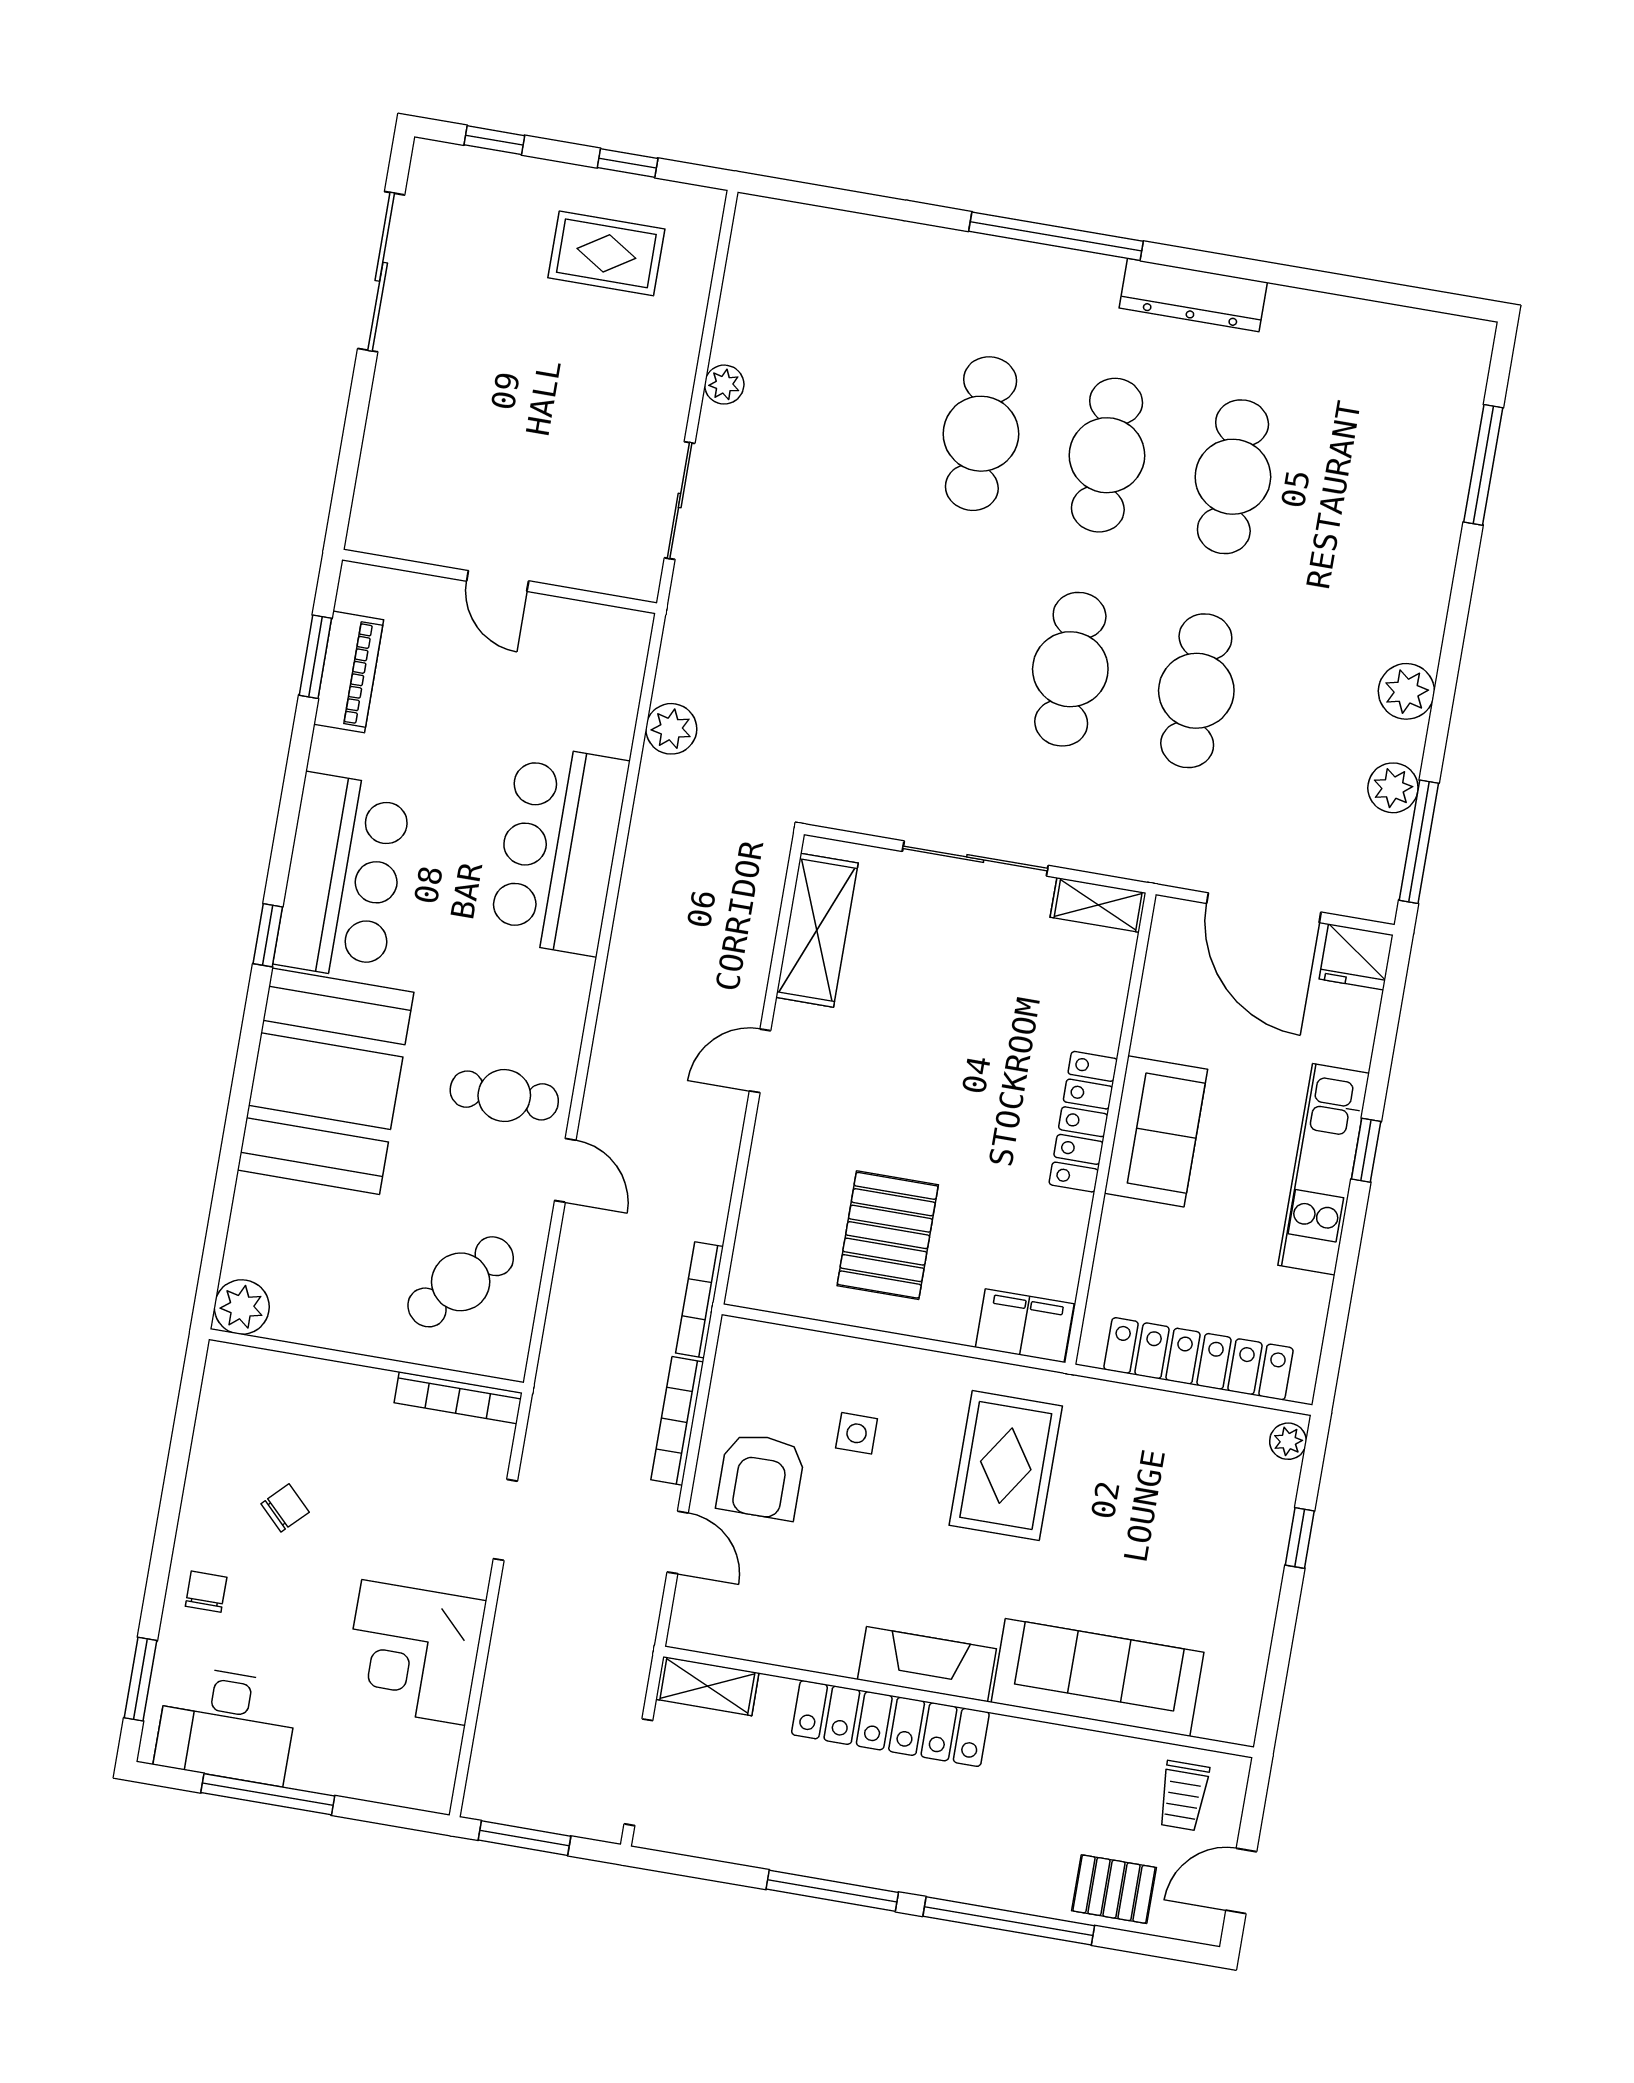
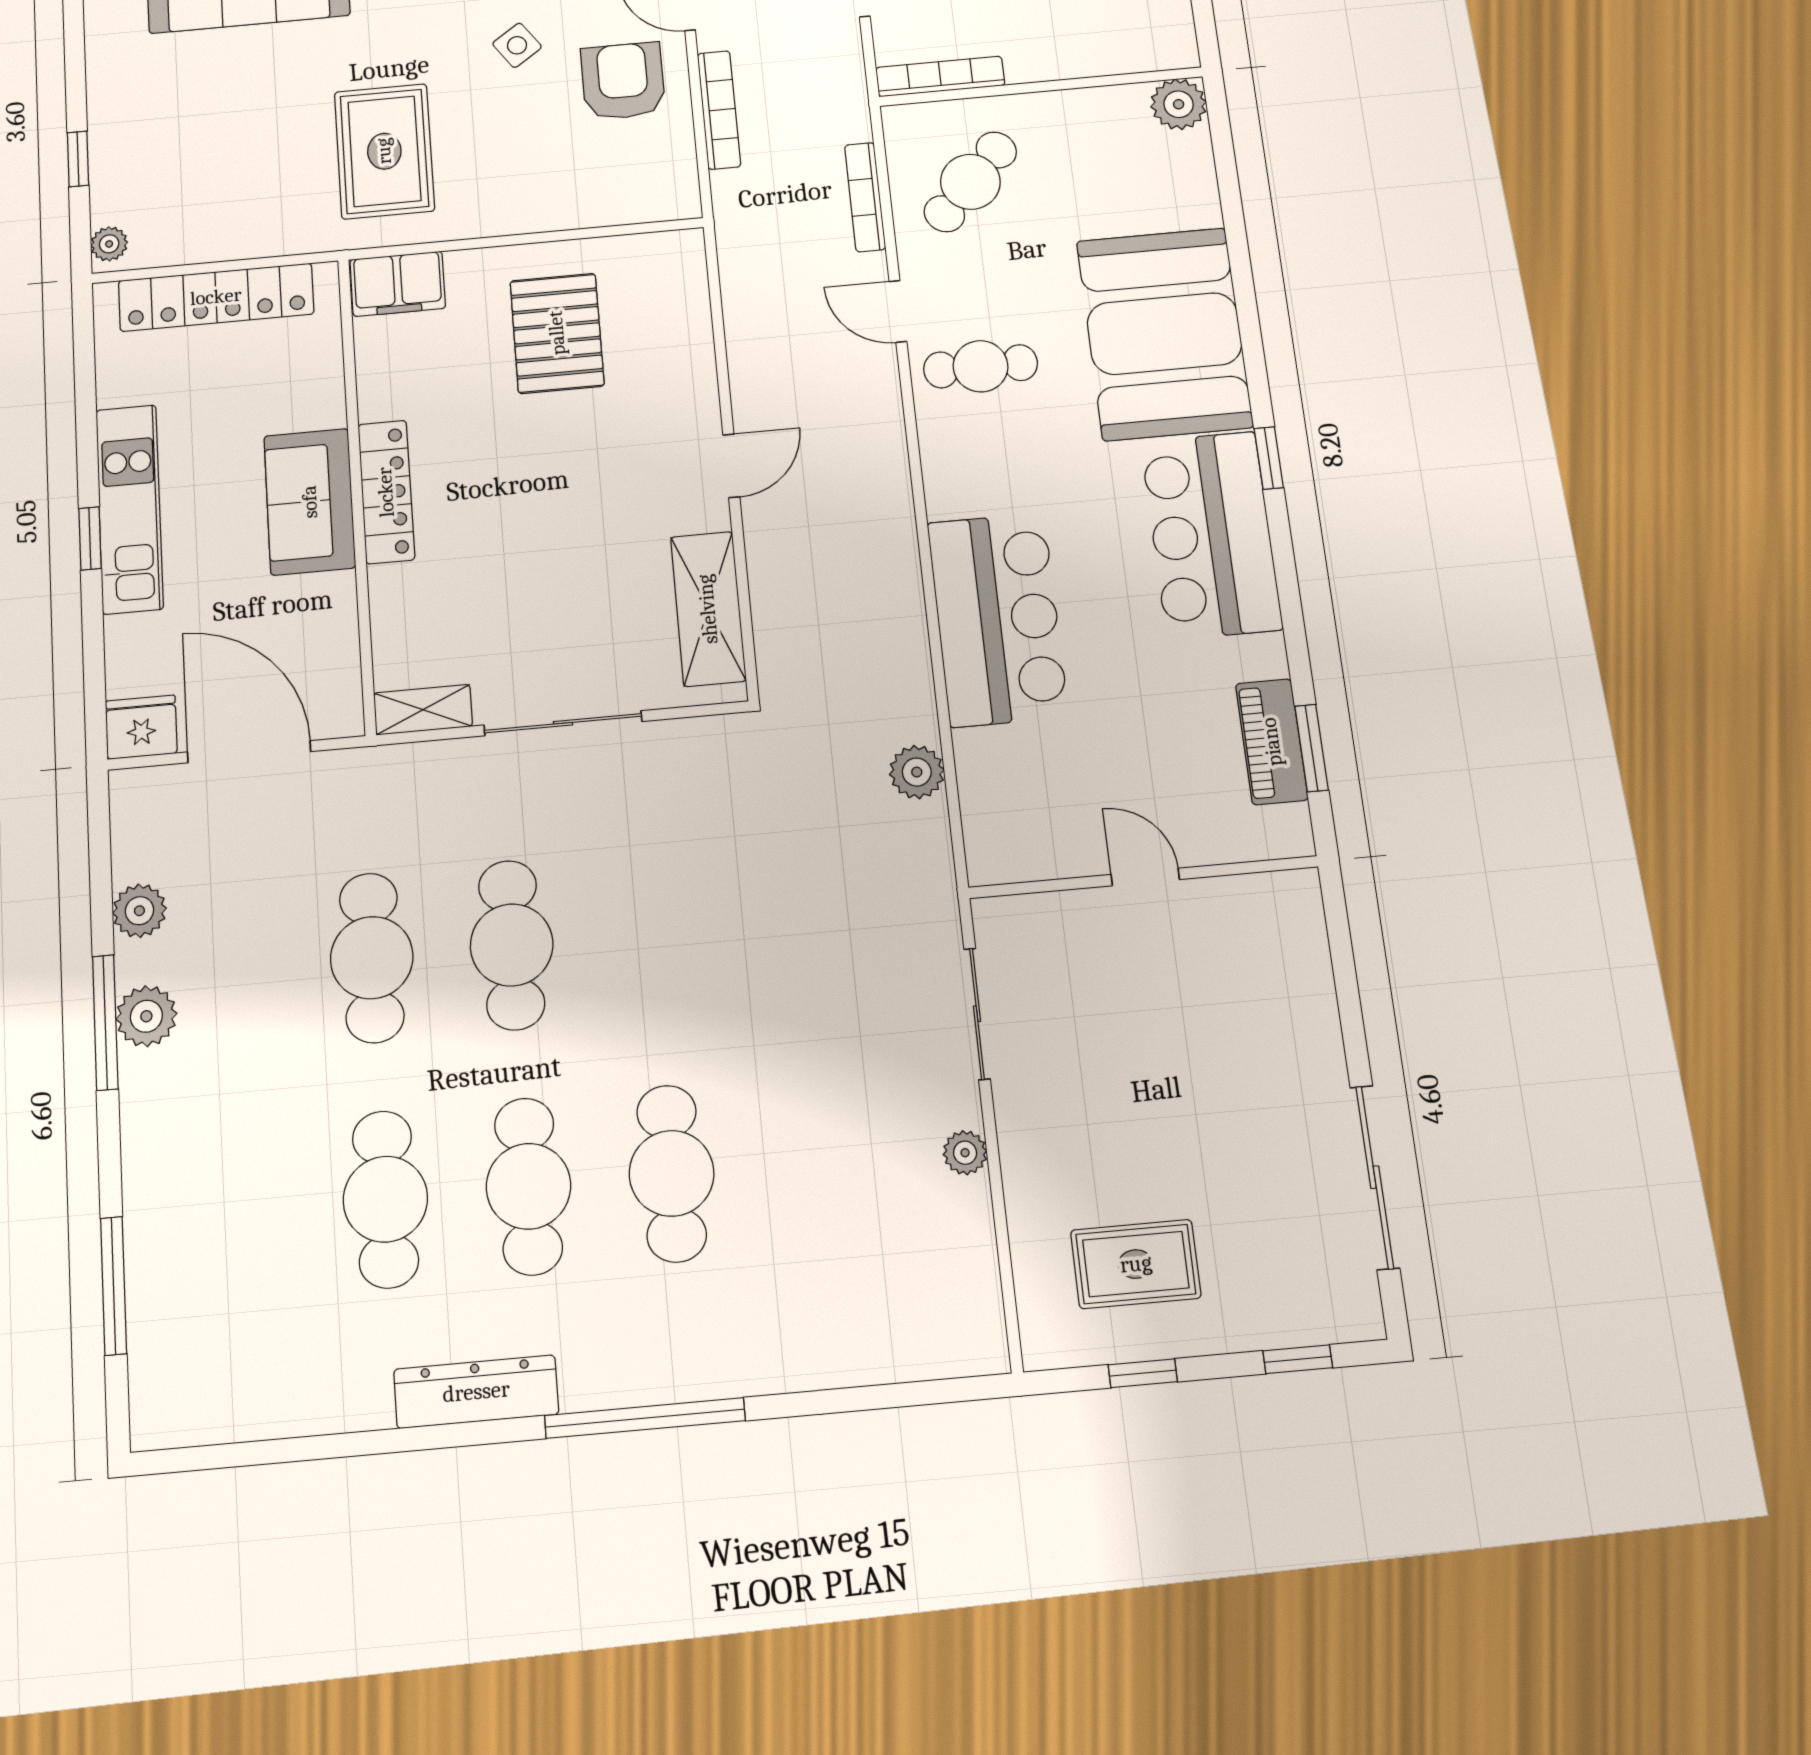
window: (1419, 842) -> (105, 1022), moved
bookcase: (700, 1300) -> (865, 197), moved, turned 180
side table: (857, 1433) -> (517, 45), moved, turned -35

